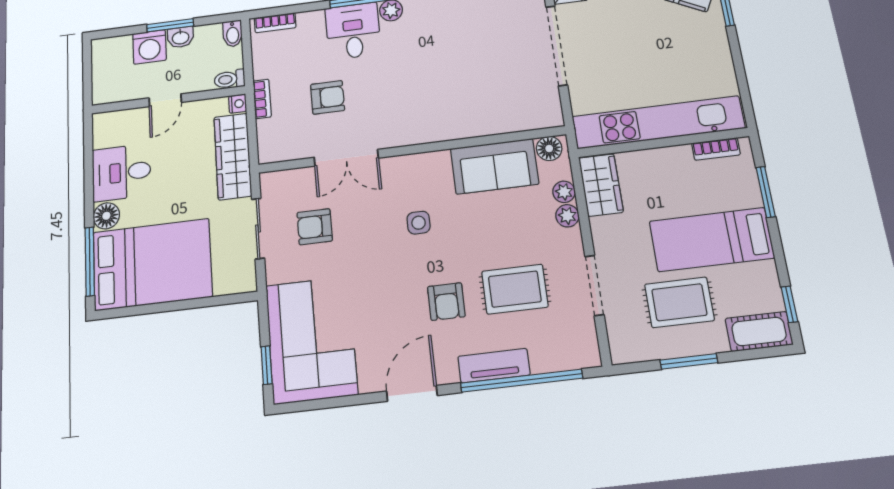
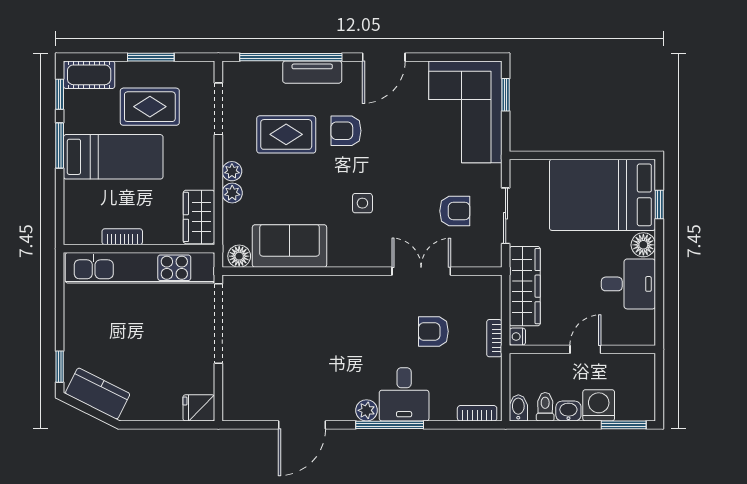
window: (170, 25) -> (624, 425), moved
doorway: (557, 46) -> (218, 324), moved
toilet: (230, 79) -> (545, 407), moved, turned -90
bookcase: (716, 149) -> (122, 237), moved
plant: (564, 192) -> (232, 171), moved
window: (766, 192) -> (60, 145), moved
window: (90, 261) -> (659, 204), width x0.46
doorway: (594, 285) -> (218, 109), moved
armchair: (446, 302) -> (346, 131), turned -90

